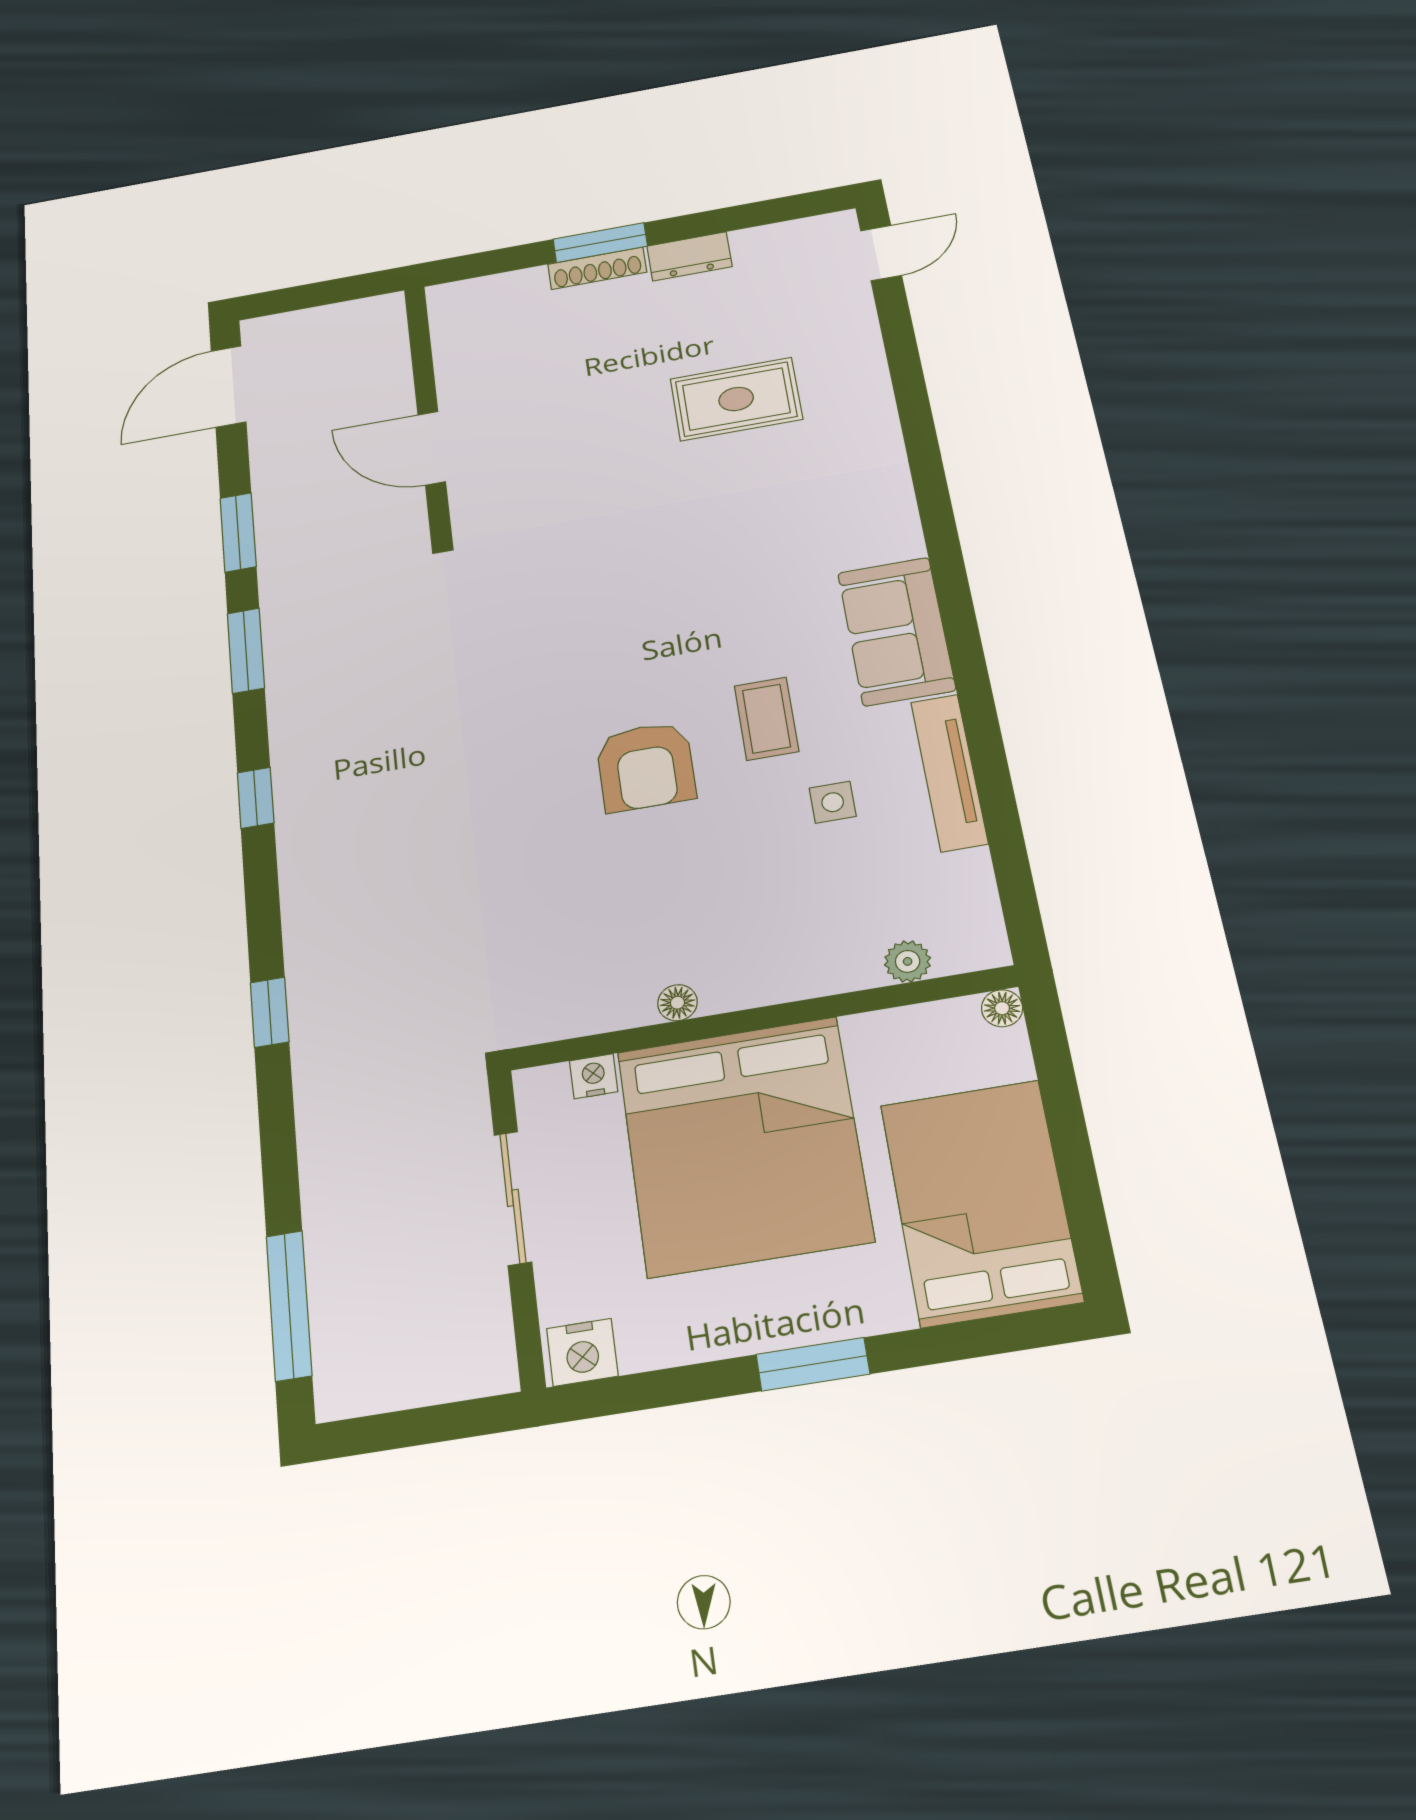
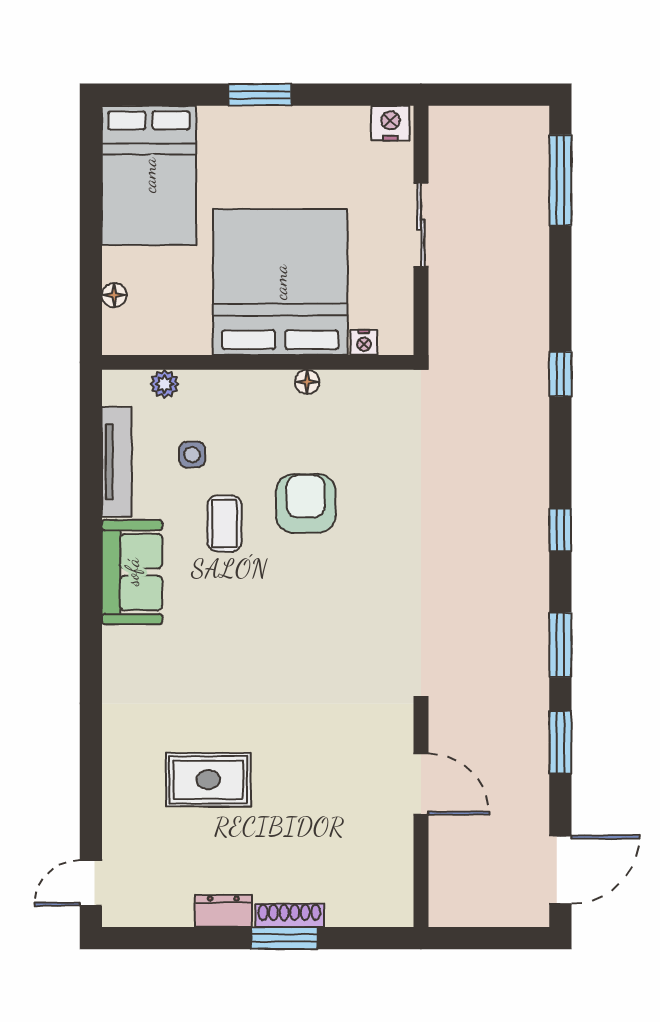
plant: (908, 961) -> (165, 384), moved
floor lamp: (677, 1003) -> (307, 382), moved
wall: (762, 1018) -> (258, 362), moved
nightstand: (594, 1076) -> (364, 342), moved
bed: (744, 1145) -> (280, 282), moved

